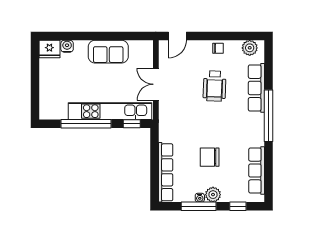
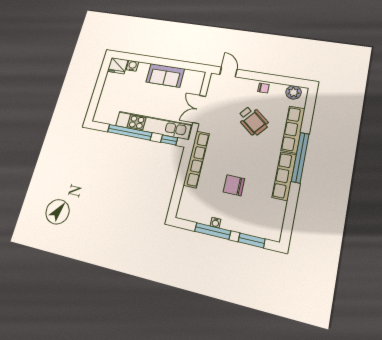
door: (177, 36) -> (228, 72), swing flipped
wheelchair: (215, 86) -> (253, 121), turned -53
row of seats: (257, 171) -> (284, 176), moved
row of seats: (166, 172) -> (196, 159), moved
plant: (213, 195) -> (229, 223), removed
window: (238, 206) -> (252, 240), width x1.50

